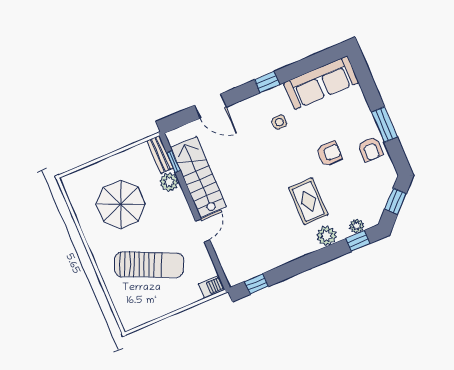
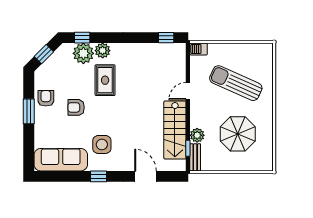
side table: (279, 122) -> (102, 144), width x1.87, depth x1.87
plant: (357, 226) -> (83, 53), width x1.88, depth x1.88

